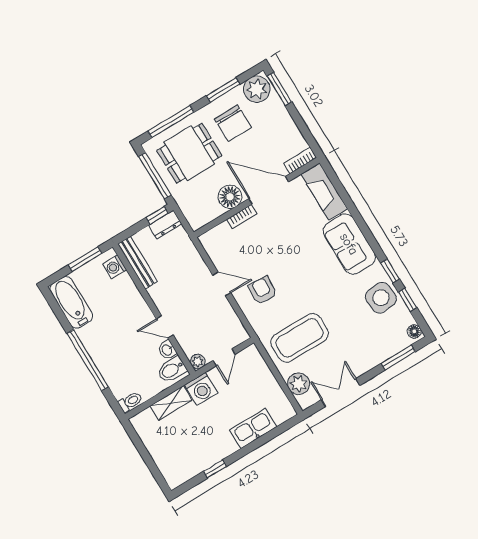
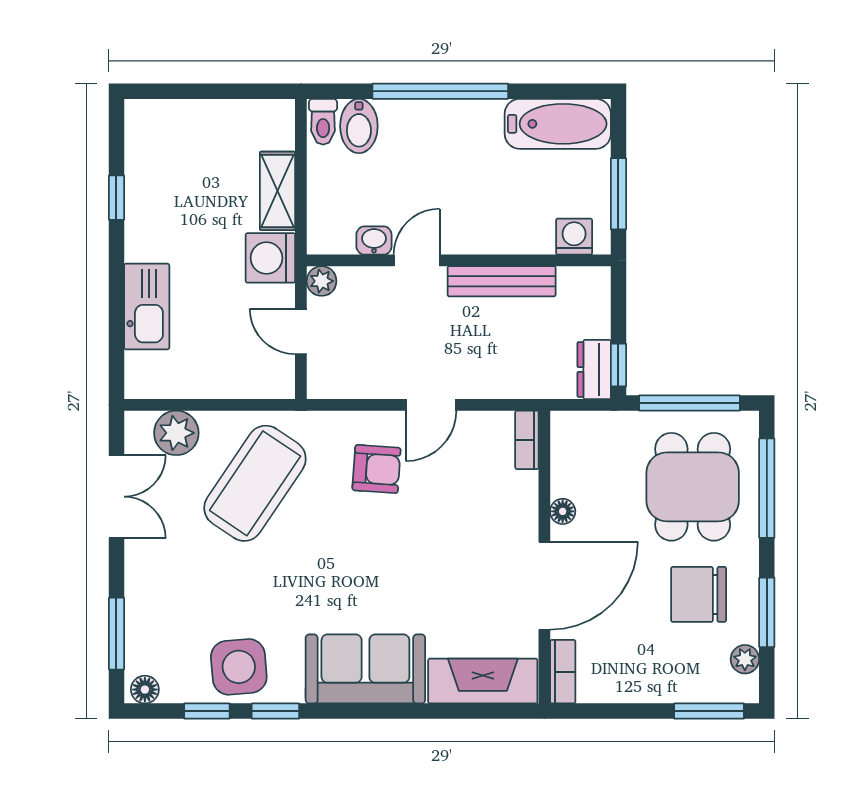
plant: (257, 89) -> (745, 659), width x0.53, depth x0.53
floor lamp: (230, 197) -> (563, 511), width x0.53, depth x0.53
bookcase: (242, 217) -> (527, 440), moved
bench: (138, 263) -> (502, 281), moved
coffee table: (300, 338) -> (255, 483), turned 34
bidet: (172, 370) -> (359, 126), moved, turned 180

